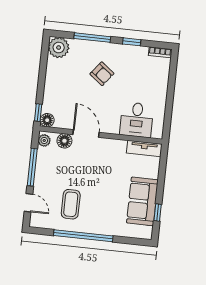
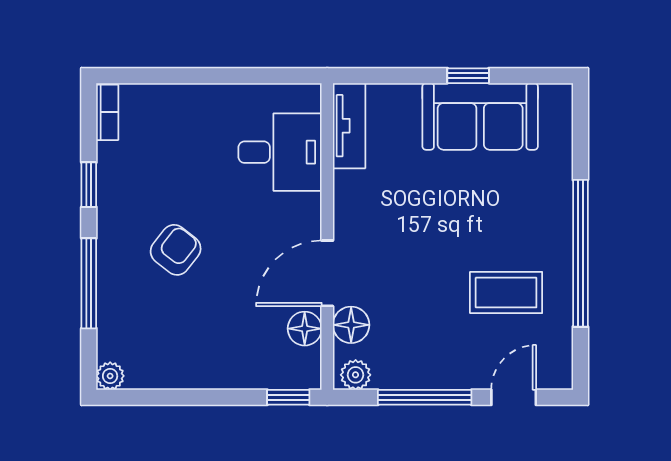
plant: (59, 48) -> (110, 376), width x0.53, depth x0.53
floor lamp: (47, 120) -> (305, 329), moved
window: (158, 213) -> (468, 76), moved

